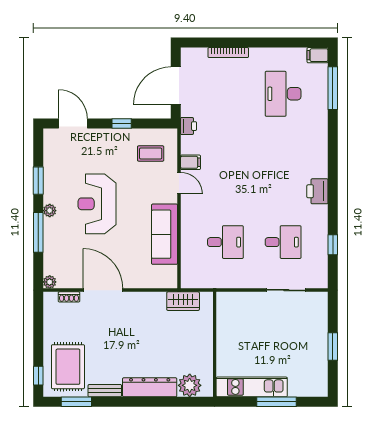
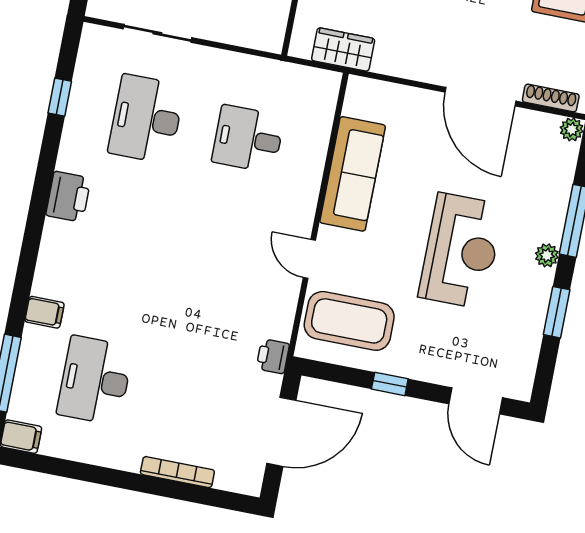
desk: (283, 94) -> (95, 380), turned 180
coffee table: (151, 154) -> (349, 321), width x1.86, depth x1.72
filing cabinet: (190, 162) -> (44, 312), moved, turned 180
desk: (283, 242) -> (146, 119), width x1.37
shoe rack: (69, 297) -> (551, 98), width x1.43

